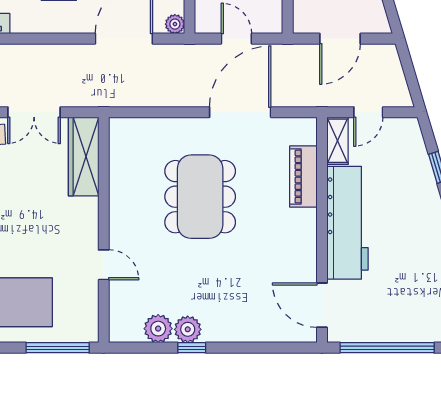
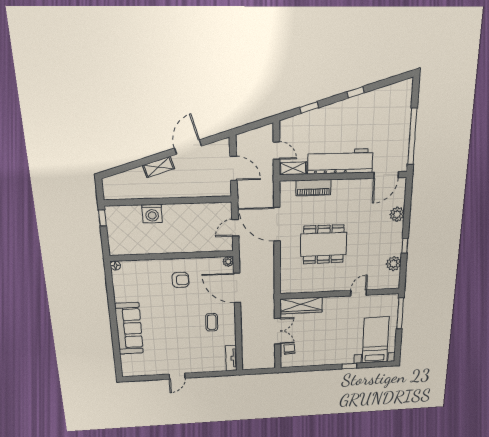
plant: (188, 329) -> (397, 214), moved

